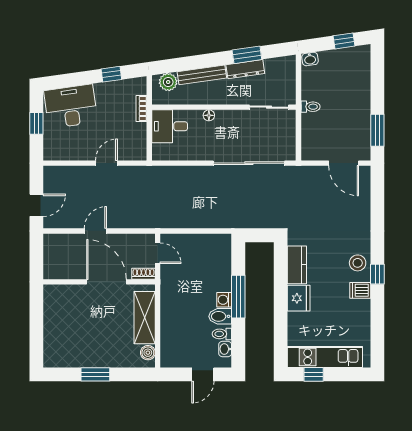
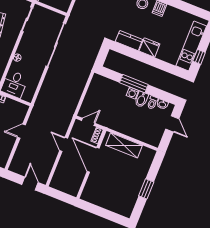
door: (106, 163) -> (21, 131), hinge flipped
door: (95, 231) -> (64, 144), moved
door: (106, 282) -> (93, 160), hinge flipped
boiler: (148, 353) -> (146, 152), removed

